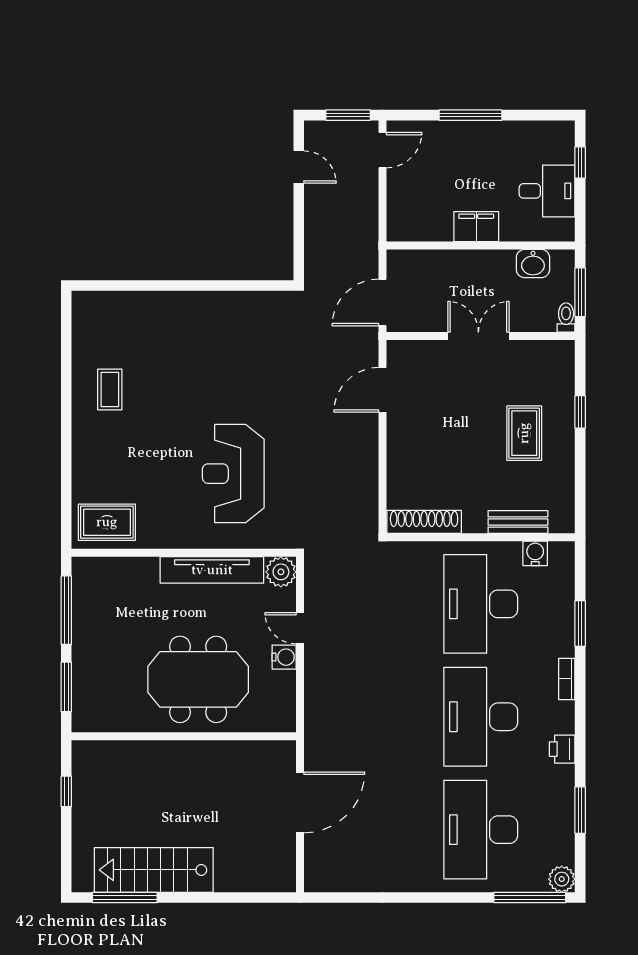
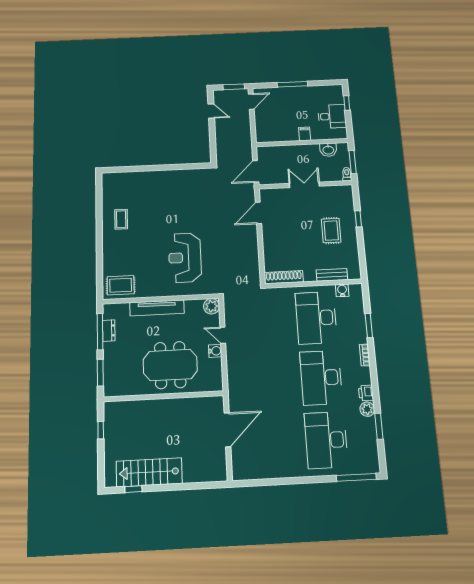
filing cabinet: (476, 227) -> (305, 134), width x0.50
tv unit: (212, 570) -> (157, 308), moved
dresser: (83, 609) -> (109, 331), added
plant: (562, 879) -> (367, 409), moved
window: (125, 898) -> (133, 489), width x0.46

